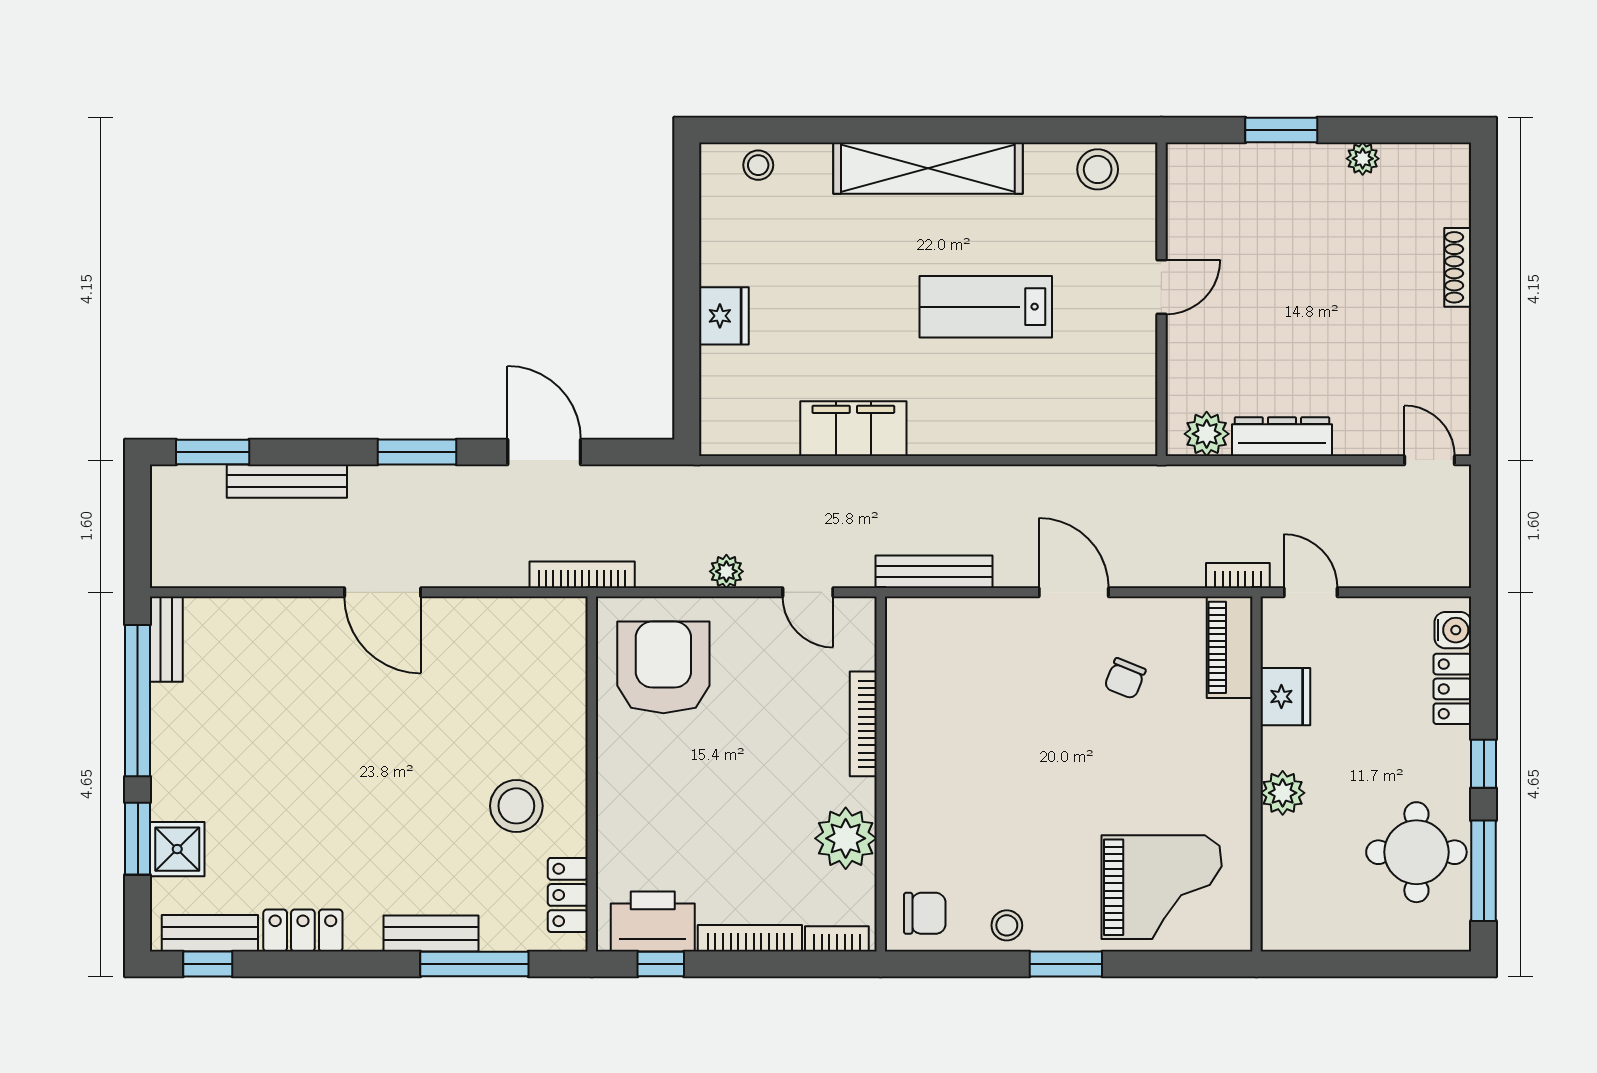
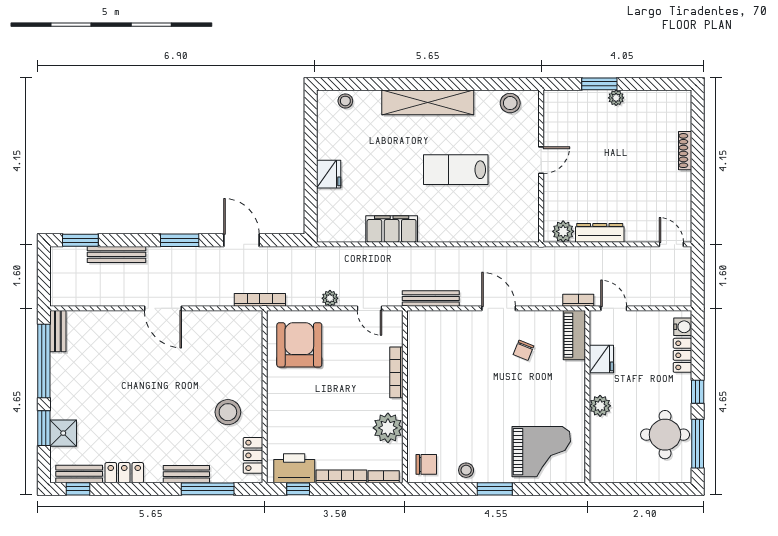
plant: (1363, 159) -> (616, 98), moved

